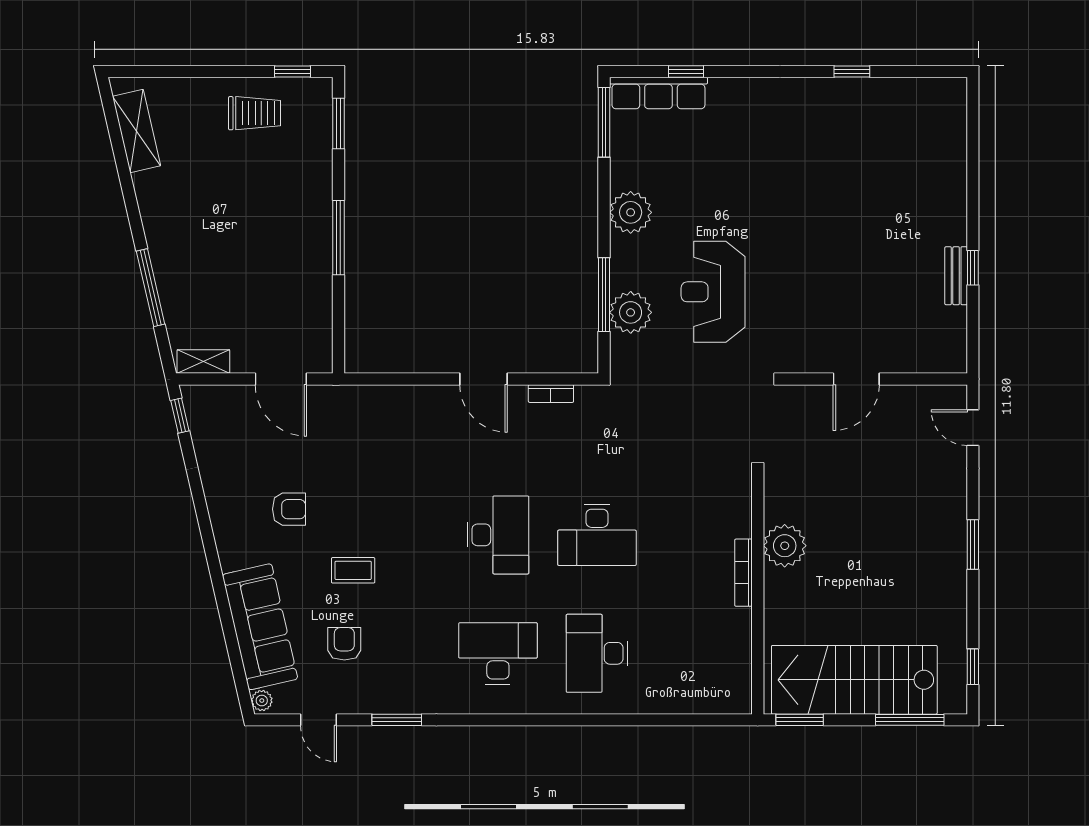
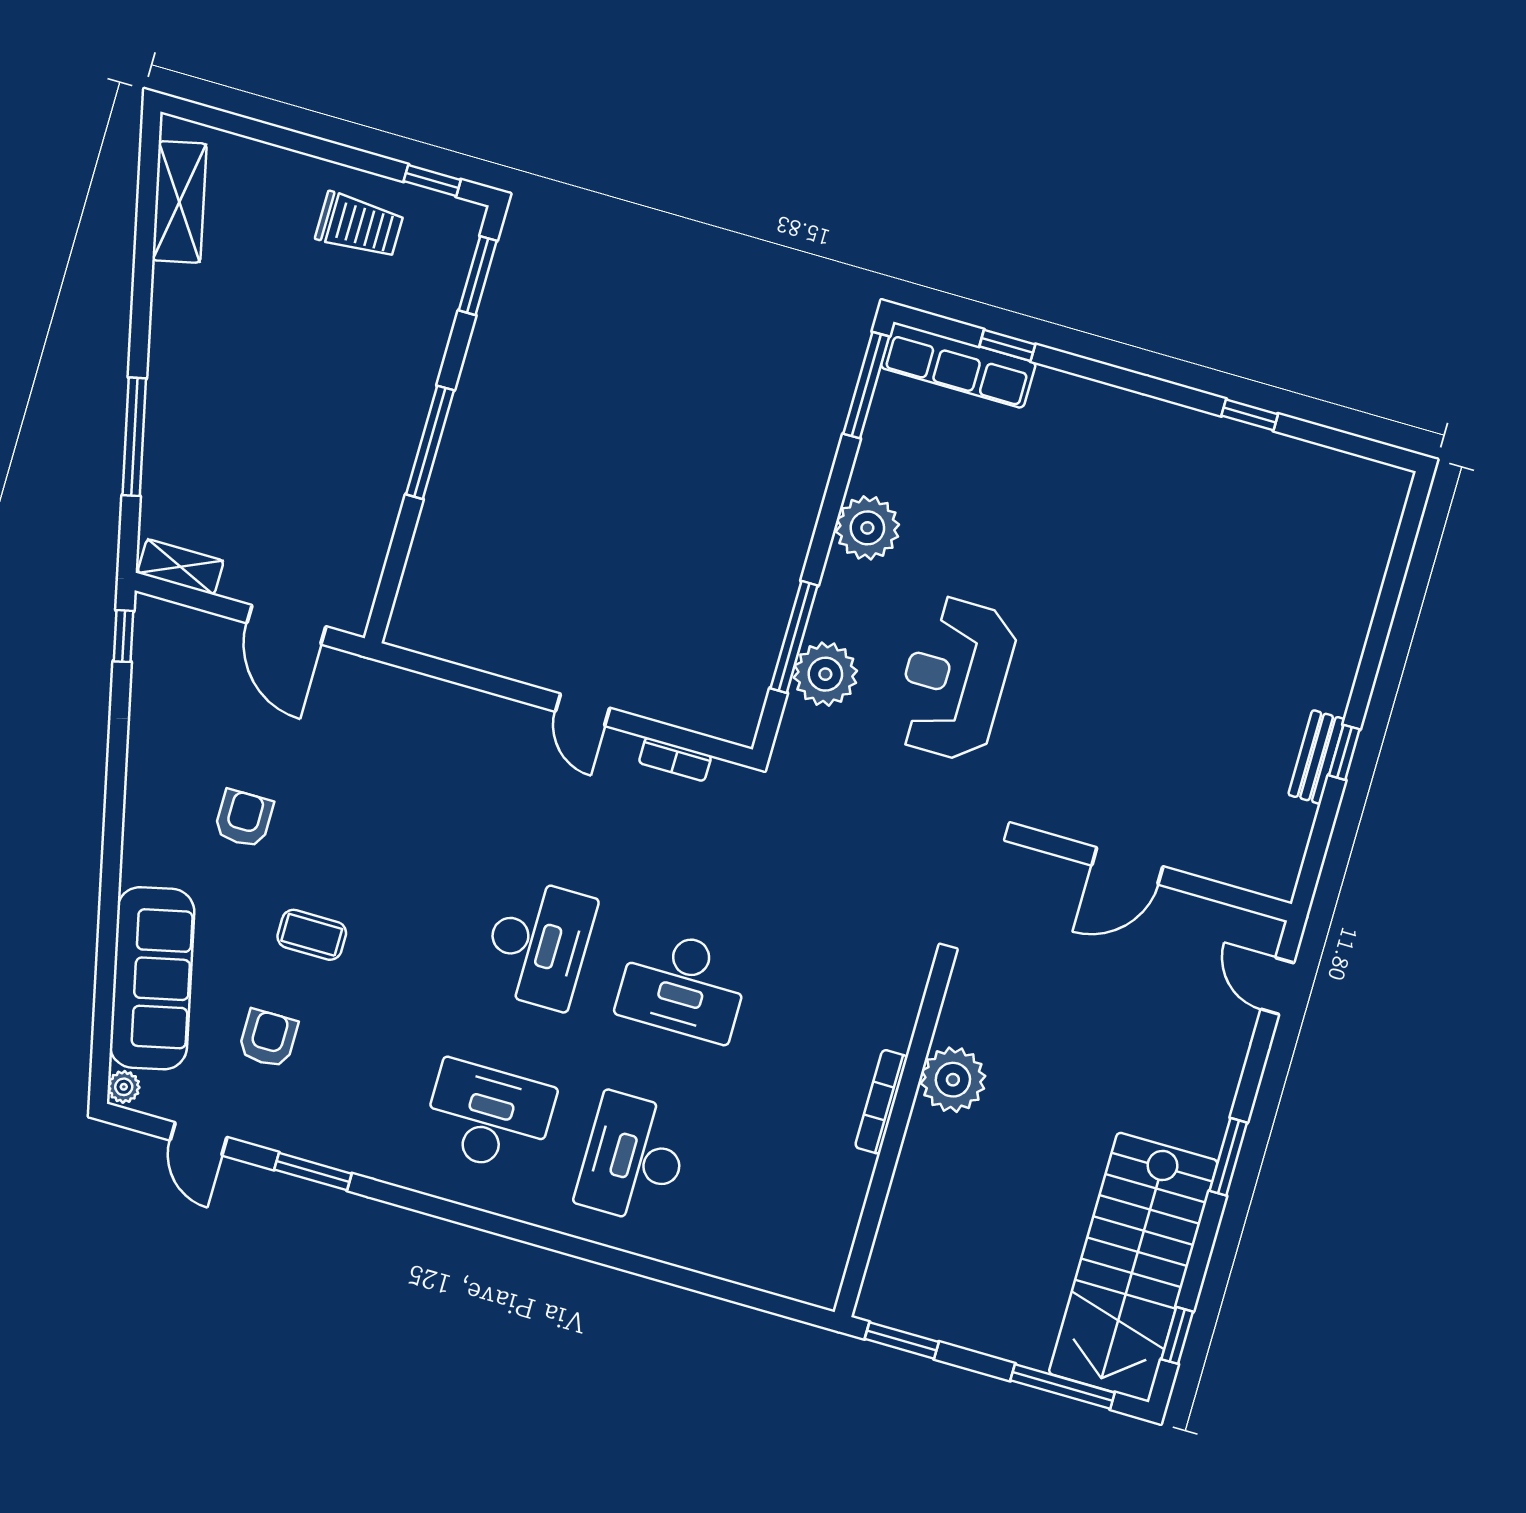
door: (483, 379) -> (583, 710), width x0.73
armchair: (289, 509) -> (244, 819), turned -90
stairs: (854, 680) -> (1133, 1267), moved, turned -90

